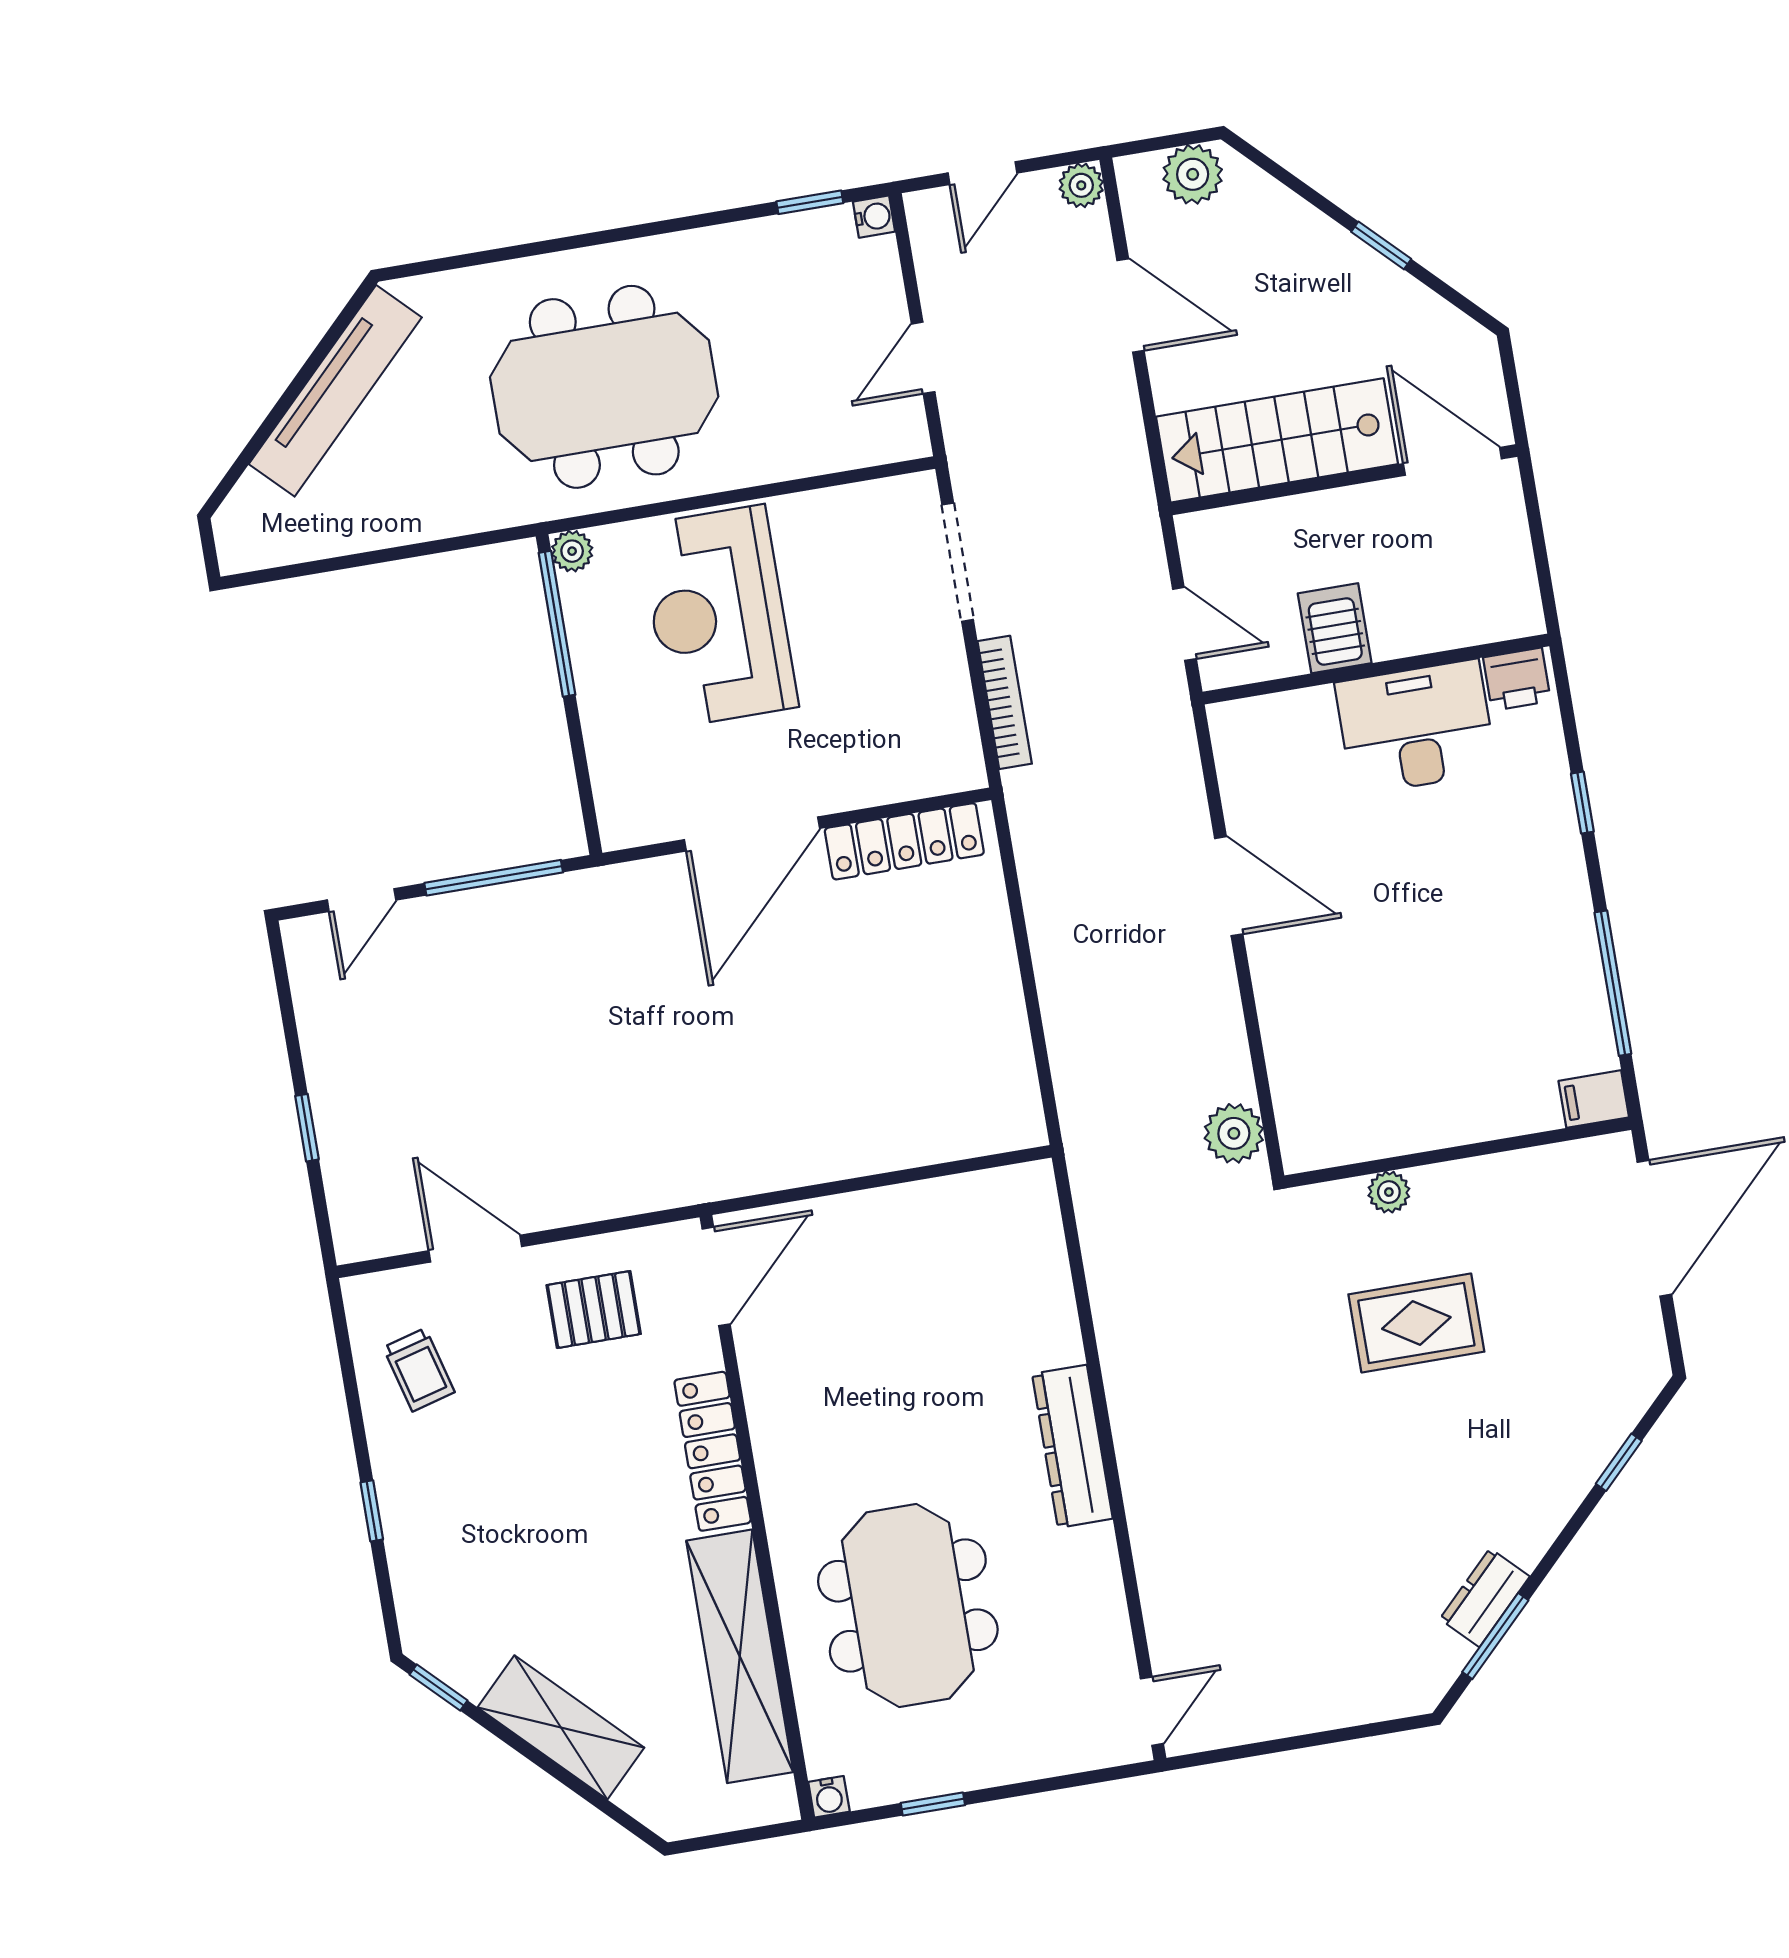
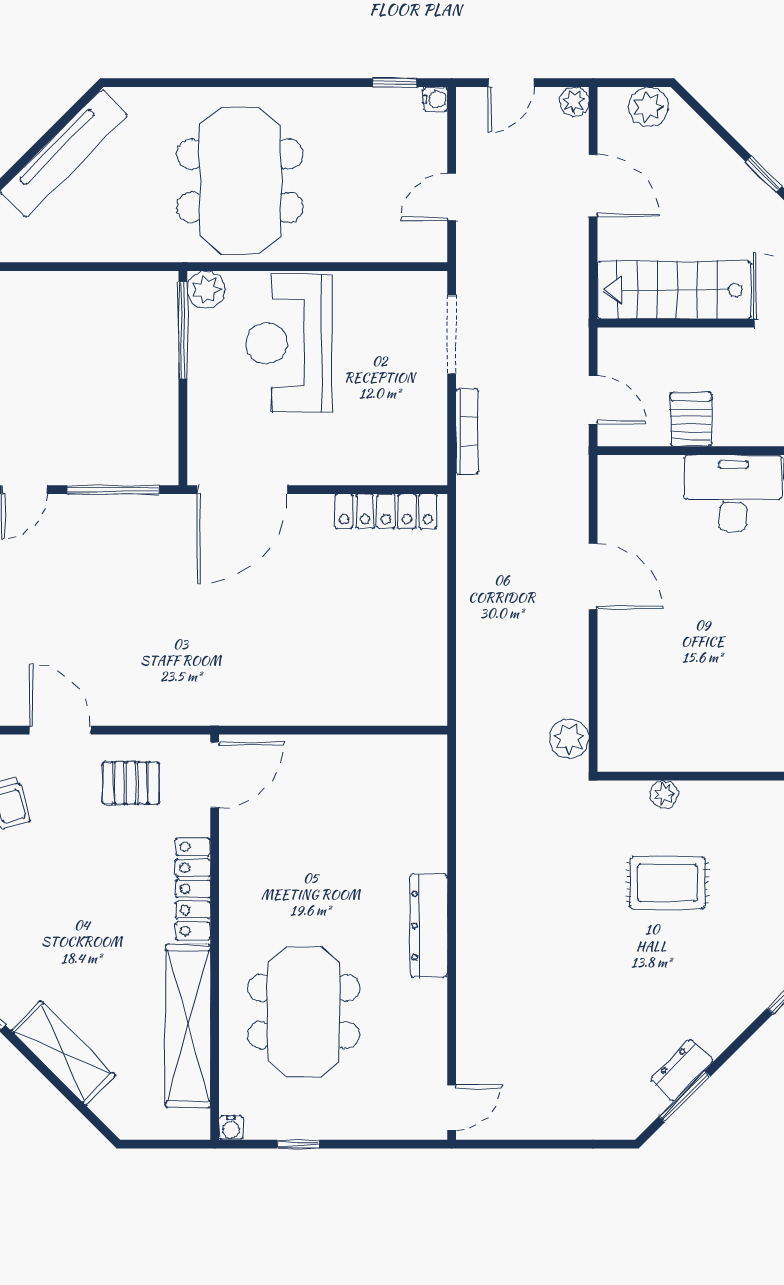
meeting table: (604, 387) -> (240, 181), turned 90
plant: (572, 551) -> (206, 290), width x1.38, depth x1.38
door: (752, 834) -> (242, 490), moved

